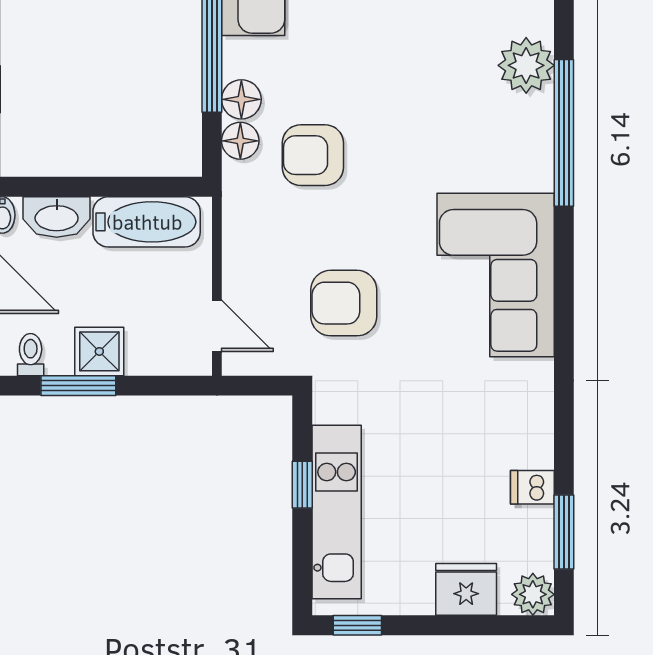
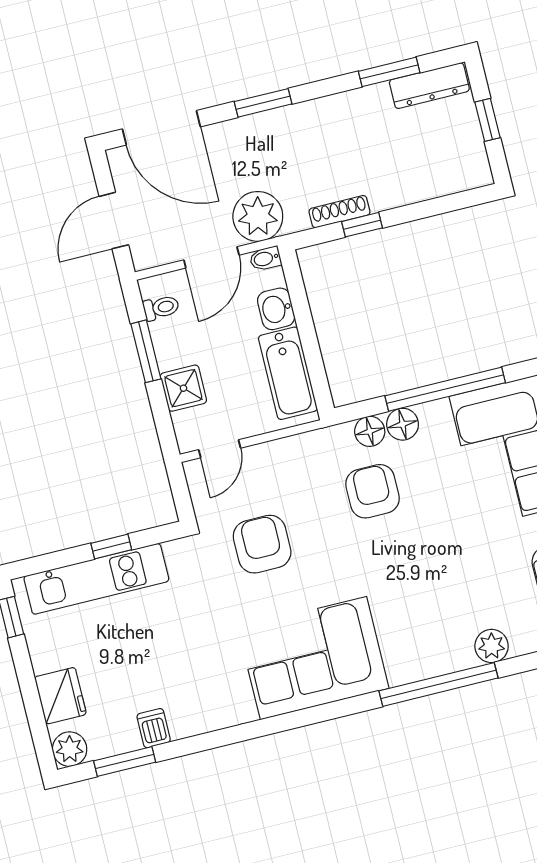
plant: (526, 65) -> (492, 646), width x0.73, depth x0.73
washbasin: (57, 217) -> (276, 309), width x0.72
shower: (99, 351) -> (183, 388), moved

